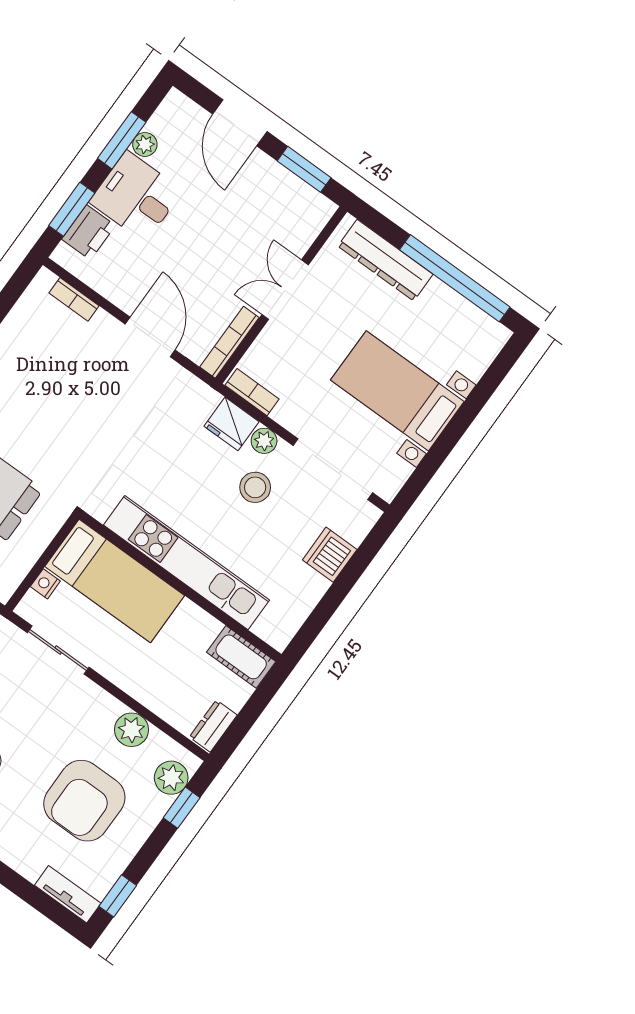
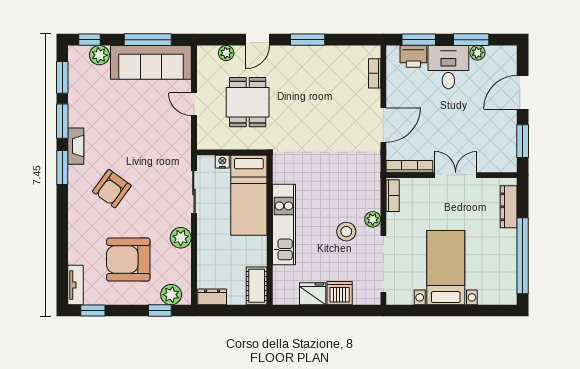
dresser: (385, 260) -> (509, 207), width x0.73, depth x0.80
fridge: (232, 424) -> (313, 294), moved, turned 90
kitchen unit: (186, 563) -> (284, 224), width x0.73
plant: (132, 730) -> (181, 238), moved

